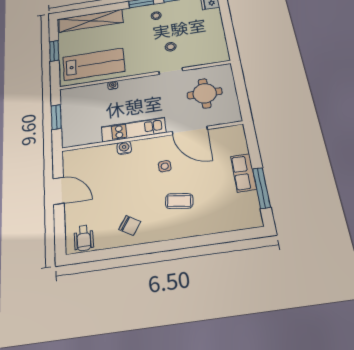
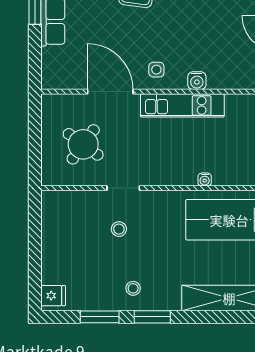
round table: (205, 93) -> (83, 144), turned 36
side table: (165, 166) -> (156, 70), moved

